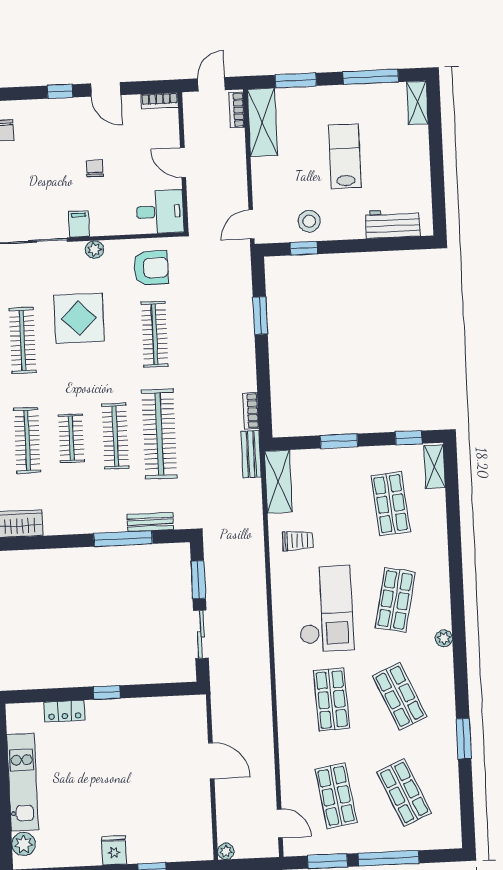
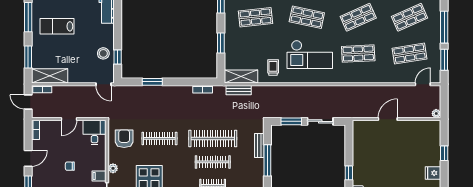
lab bench: (345, 156) -> (57, 26), moved
bench: (251, 454) -> (239, 90), moved
checkout: (326, 609) -> (310, 54), turned 180

